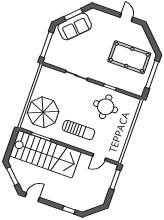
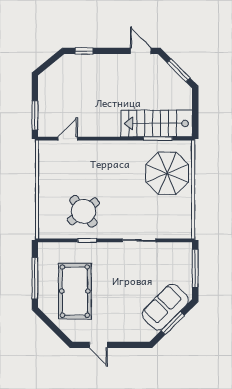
pool table: (129, 57) -> (75, 291), turned 90
round table: (106, 107) -> (83, 211), turned -38
sun lounger: (79, 130) -> (110, 166), removed
stairs: (45, 154) -> (157, 123), width x0.73, depth x0.66
door: (32, 197) -> (141, 51), swing flipped

